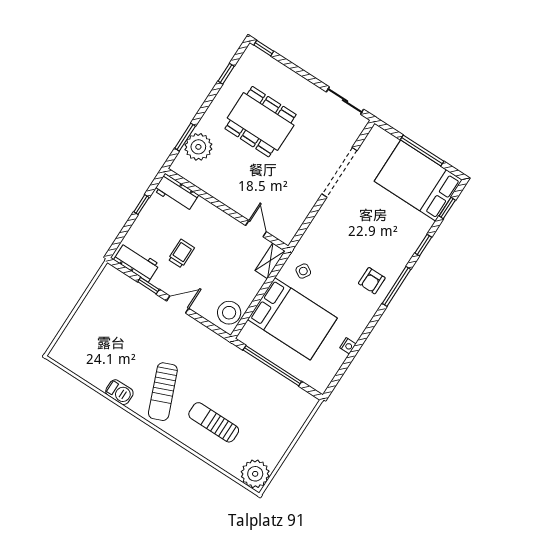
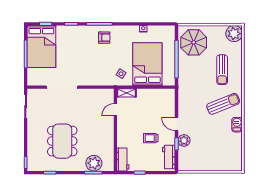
plant: (146, 300) -> (184, 141), added
stool: (229, 313) -> (164, 97), removed
parasol: (280, 407) -> (194, 42), added

